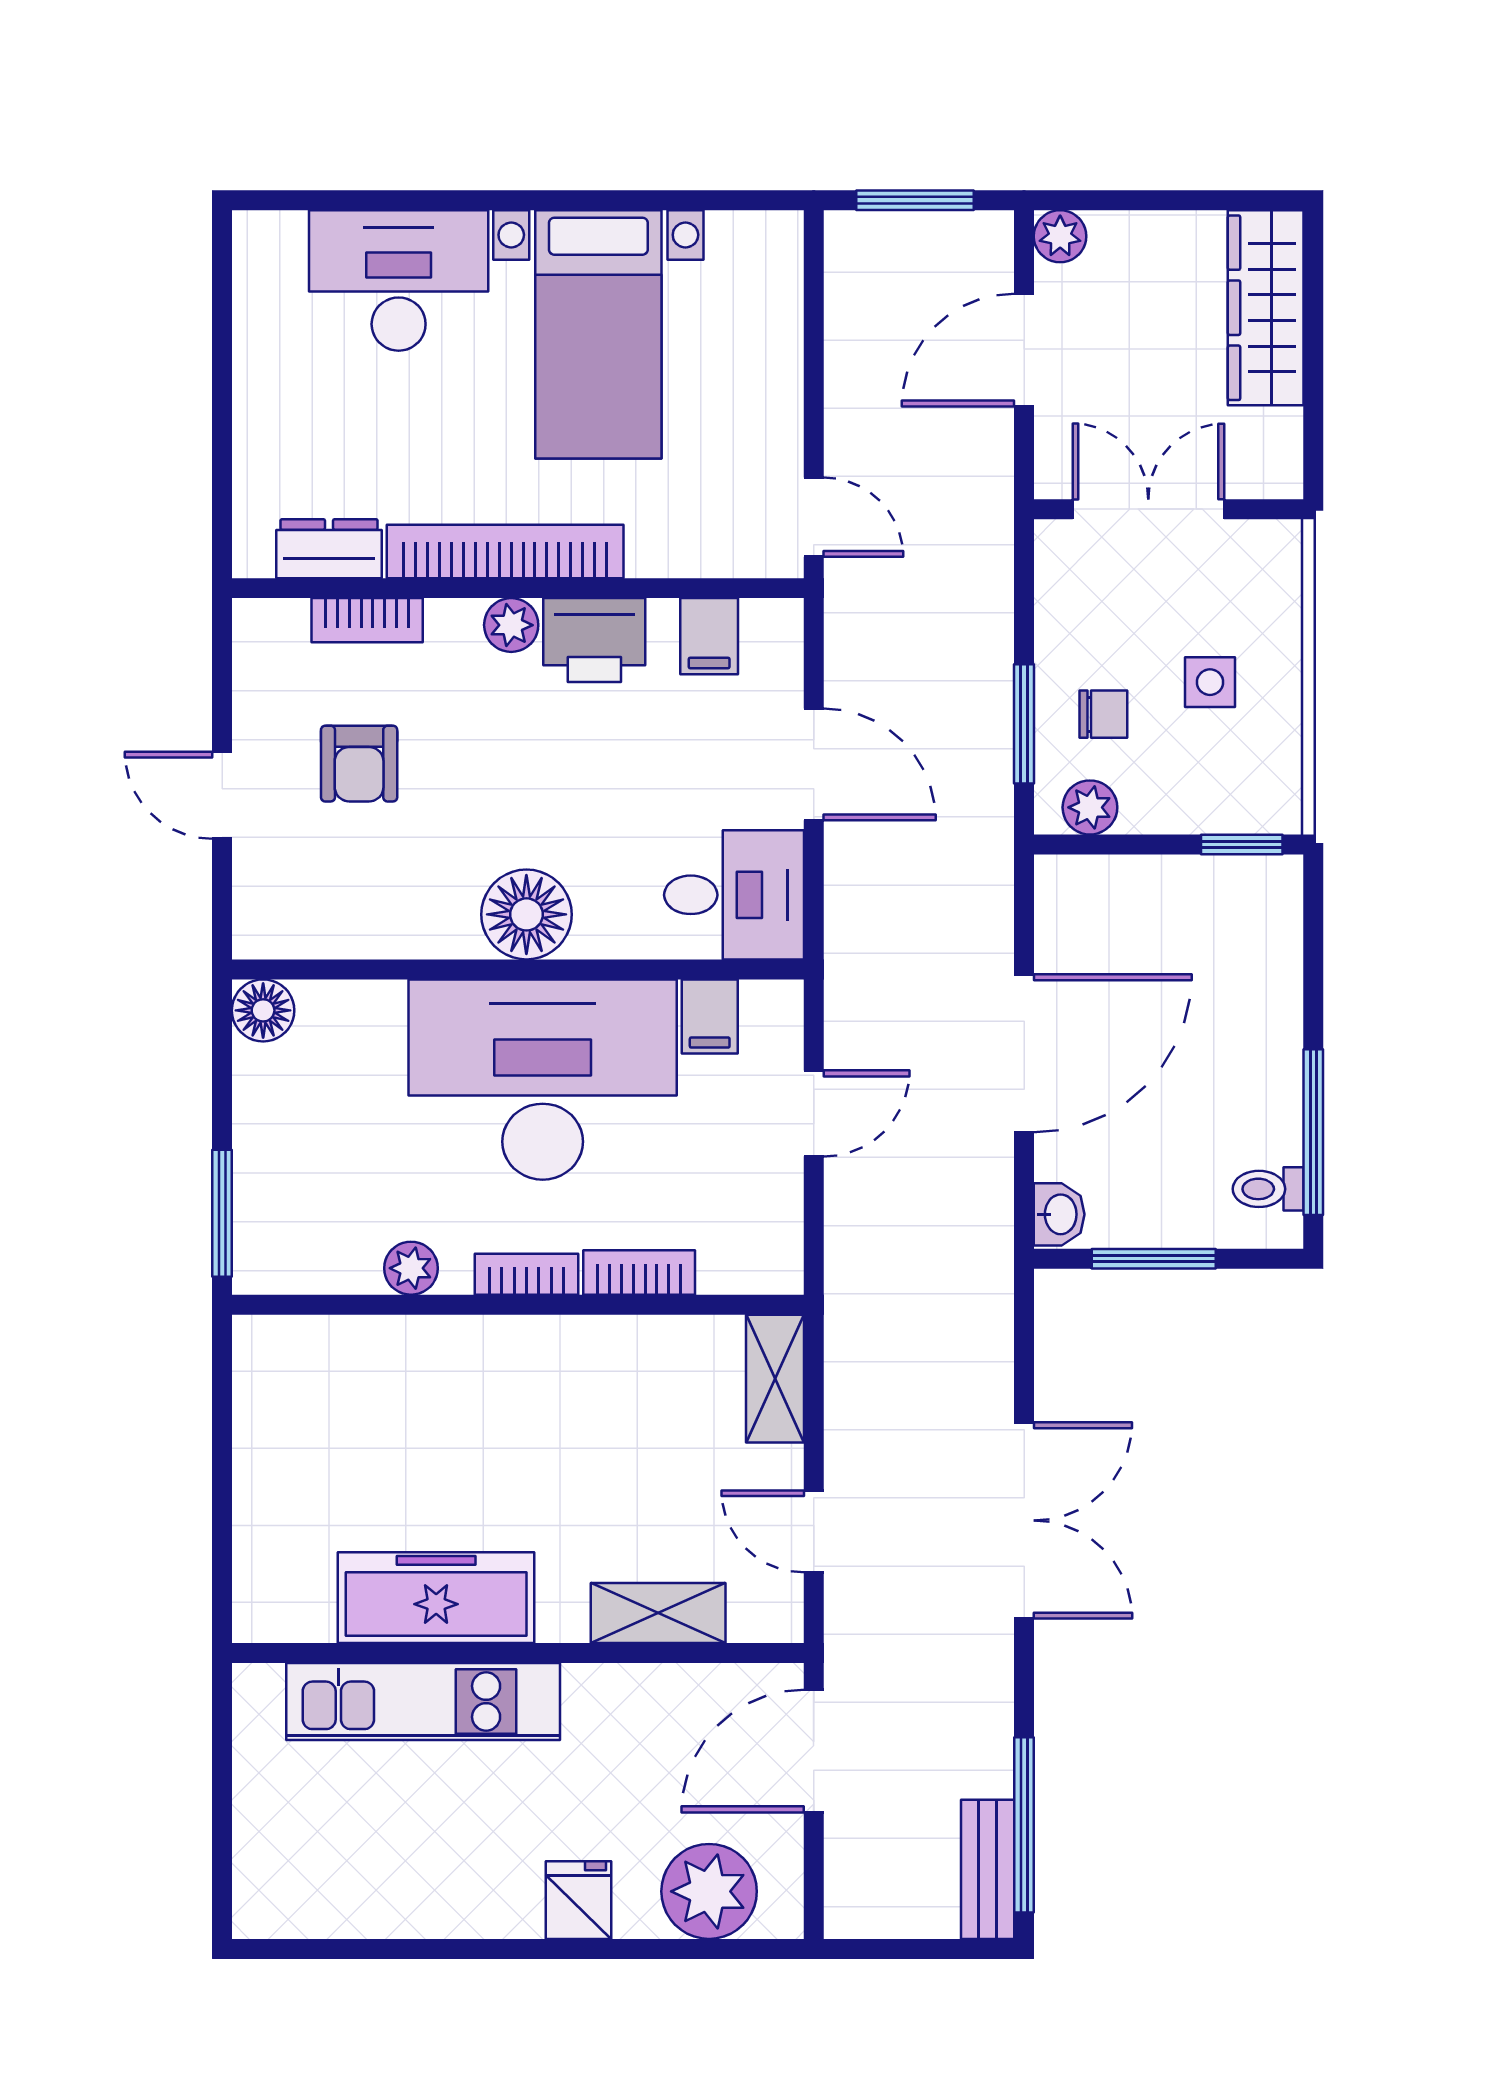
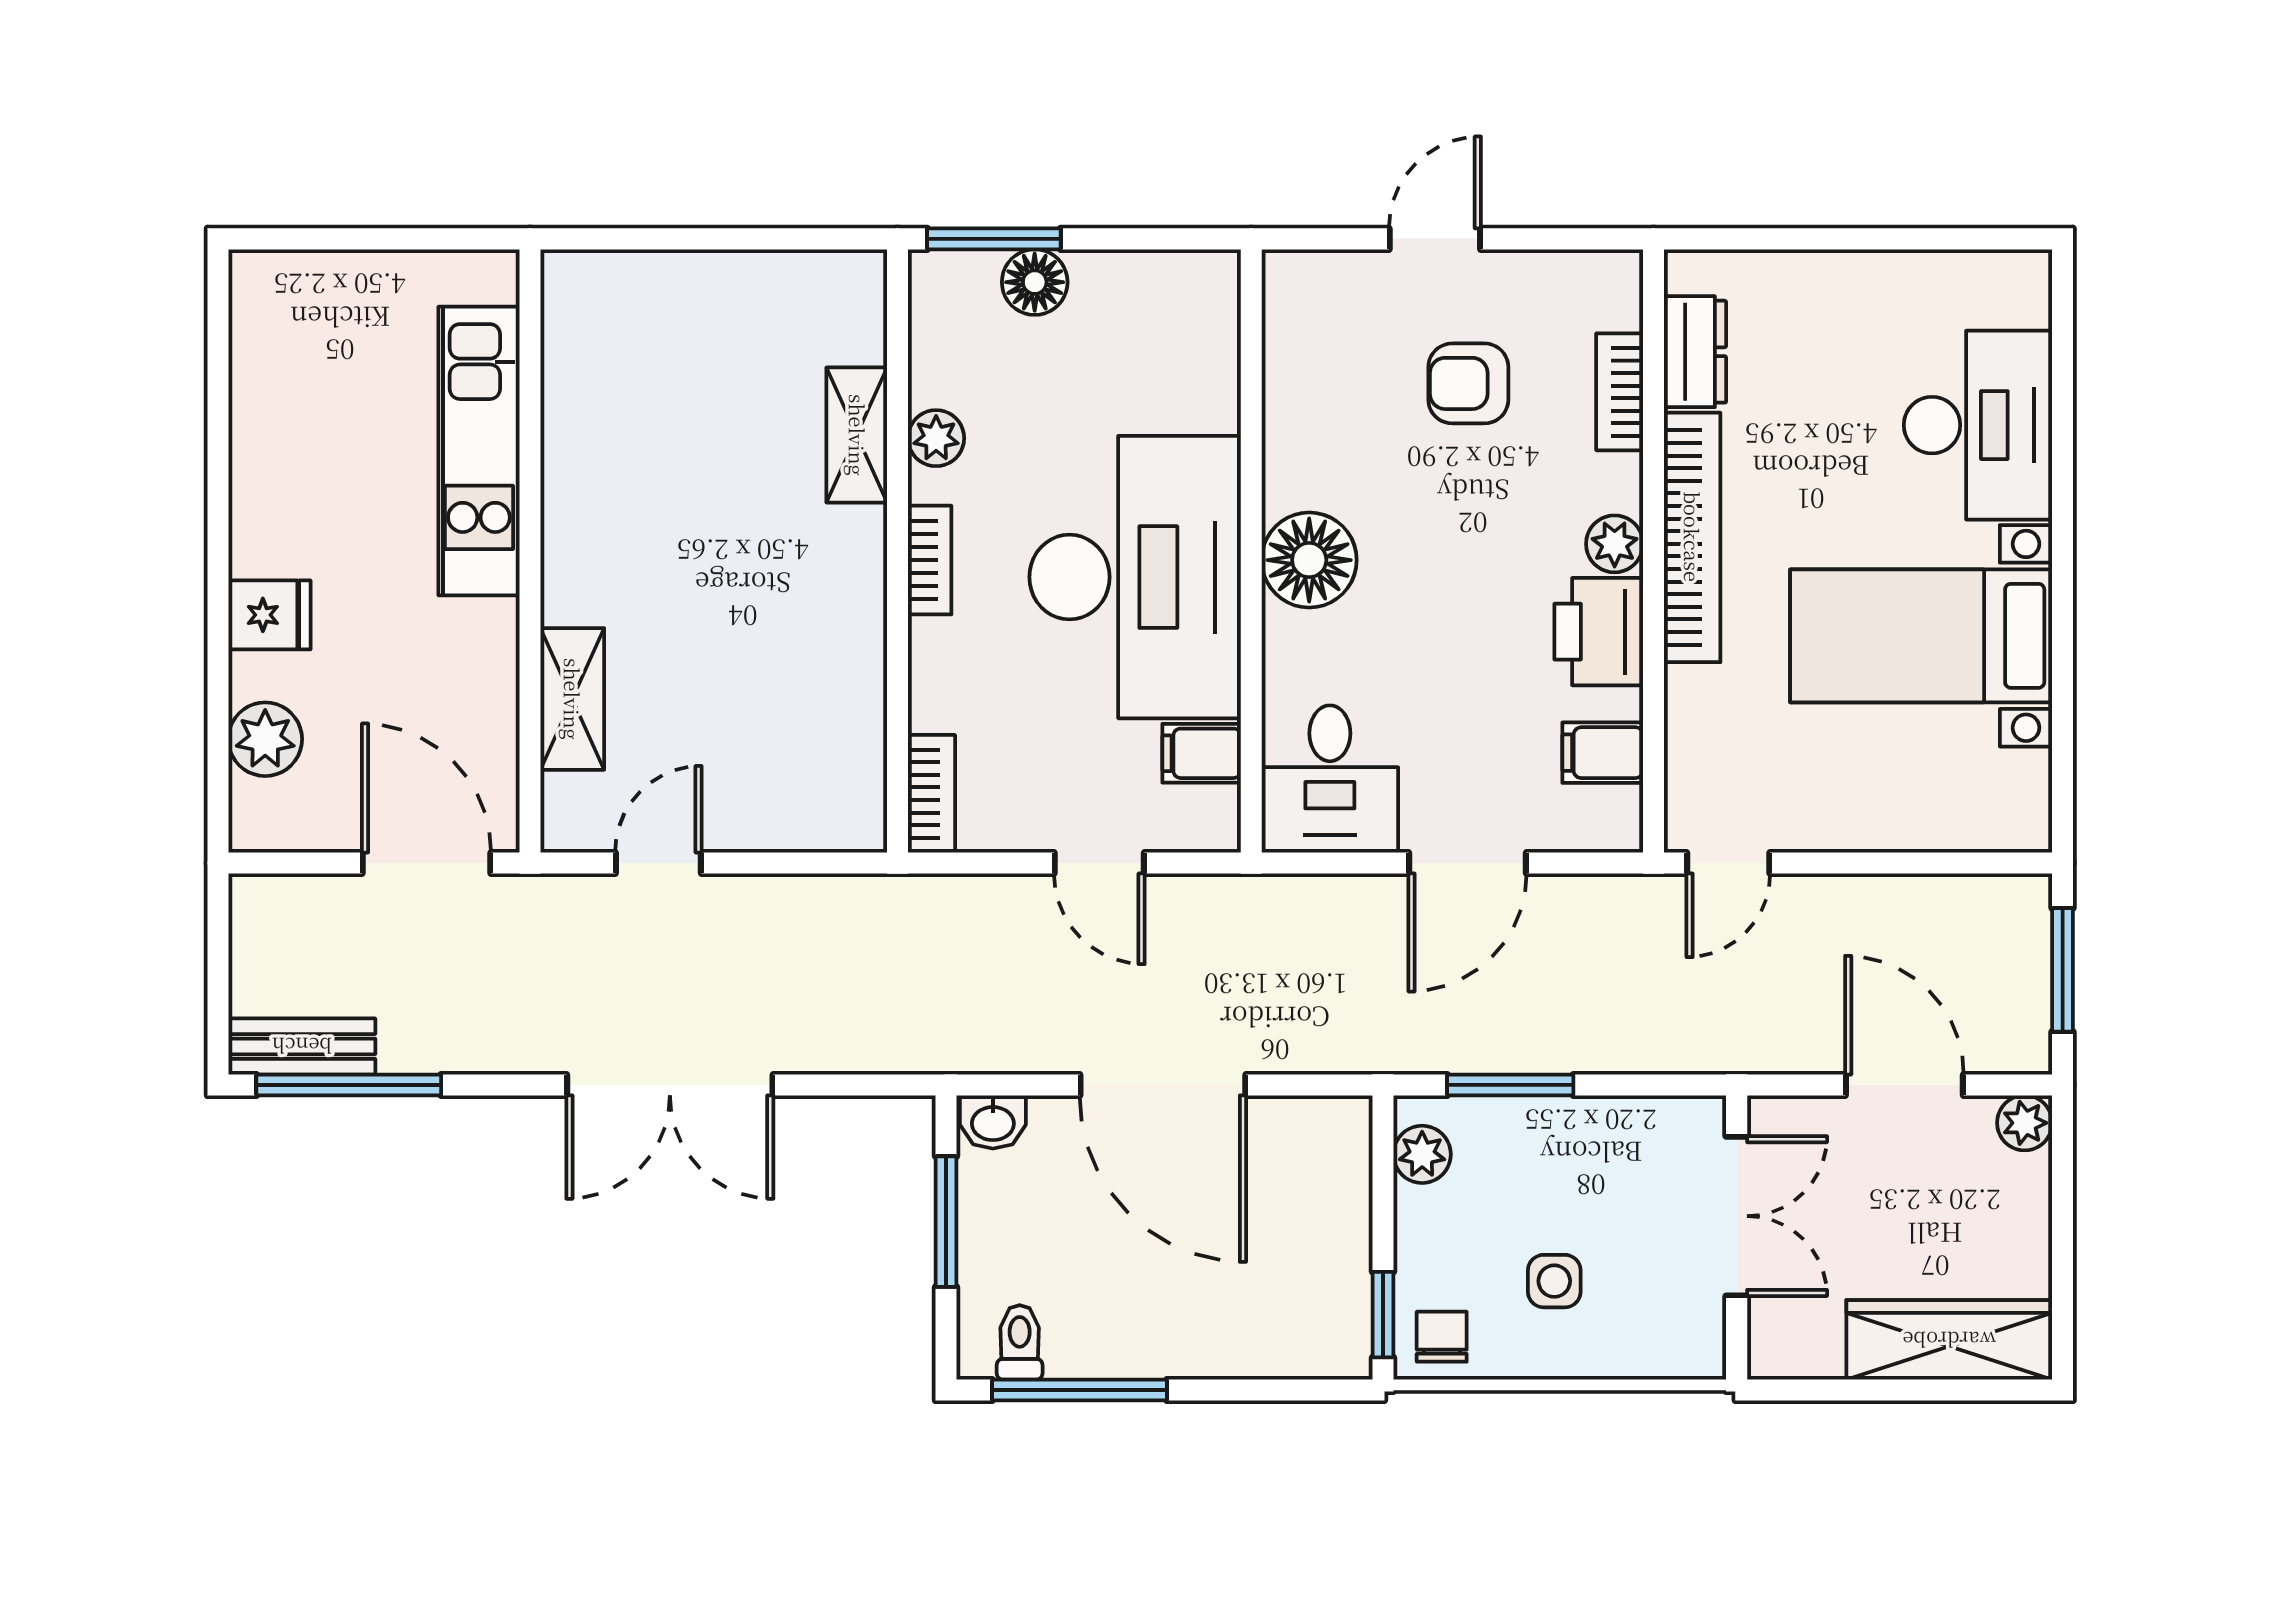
chair: (1103, 714) -> (1442, 1337), moved, turned 180
floor lamp: (263, 1010) -> (1035, 282), moved
bookcase: (639, 1272) -> (931, 794), moved
shelving: (775, 1379) -> (857, 435), moved, turned 90
freezer: (436, 1598) -> (588, 465), removed
plant: (709, 1891) -> (265, 739), width x0.73, depth x0.73

